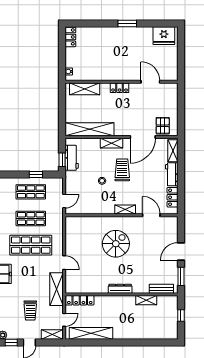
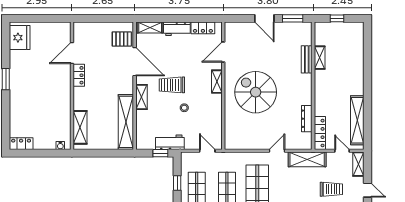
locker: (120, 88) -> (79, 75), moved
workbench: (72, 158) -> (170, 142), moved
spiral stairs: (116, 244) -> (256, 92), width x1.37, depth x1.37
dresser: (120, 289) -> (307, 119), moved
bench: (161, 289) -> (307, 59), moved

